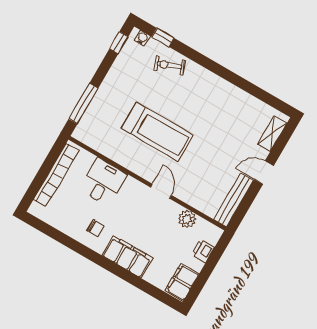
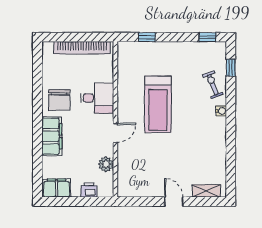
water cooler: (142, 38) -> (221, 111), moved
window: (83, 104) -> (147, 37), width x0.46
desk: (103, 182) -> (97, 98), moved
bench: (233, 200) -> (140, 191), removed
chair: (95, 228) -> (59, 100), width x1.87, depth x1.87

